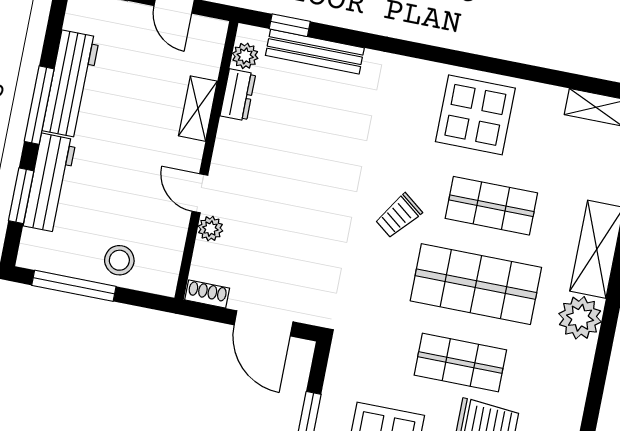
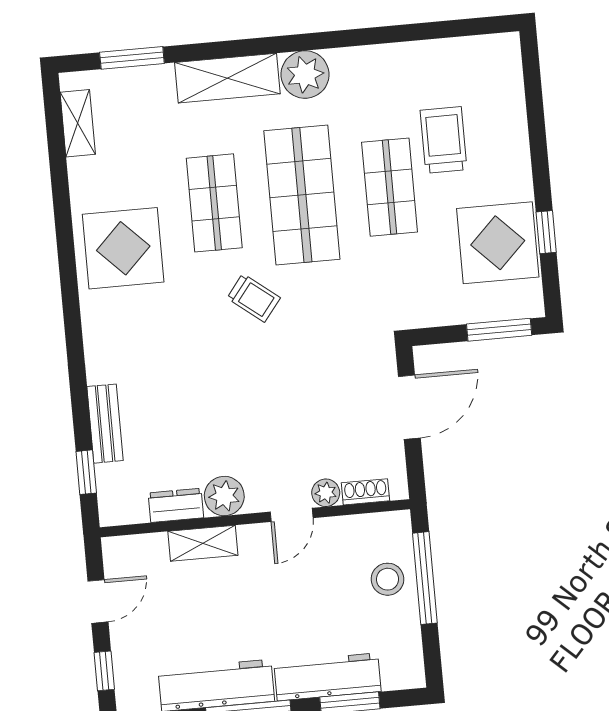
bench: (315, 52) -> (105, 424), width x0.73
plant: (245, 56) -> (224, 496), moved, width x1.38, depth x1.38
window: (74, 286) -> (425, 578), moved
shoe rack: (207, 294) -> (365, 492), moved, turned 90

